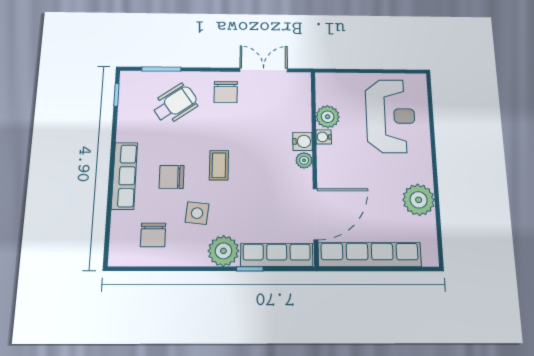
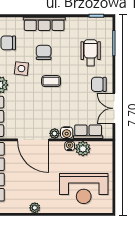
double door: (264, 70) -> (114, 108), swing flipped
wheelchair: (175, 104) -> (91, 53), turned -145
row of seats: (301, 109) -> (88, 132), added
plant: (419, 200) -> (35, 208), width x0.53, depth x0.53
door: (315, 214) -> (33, 140), moved

